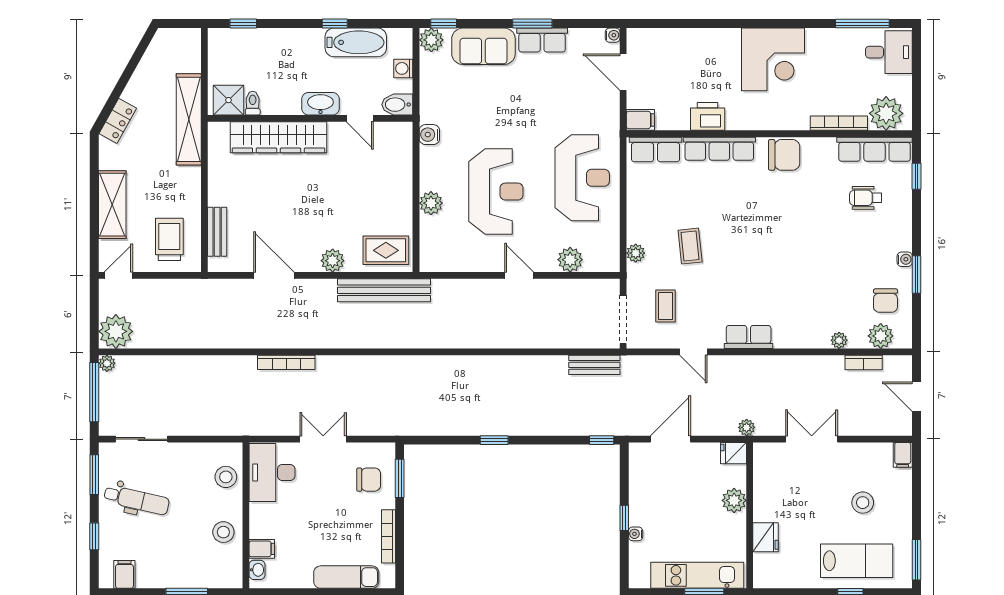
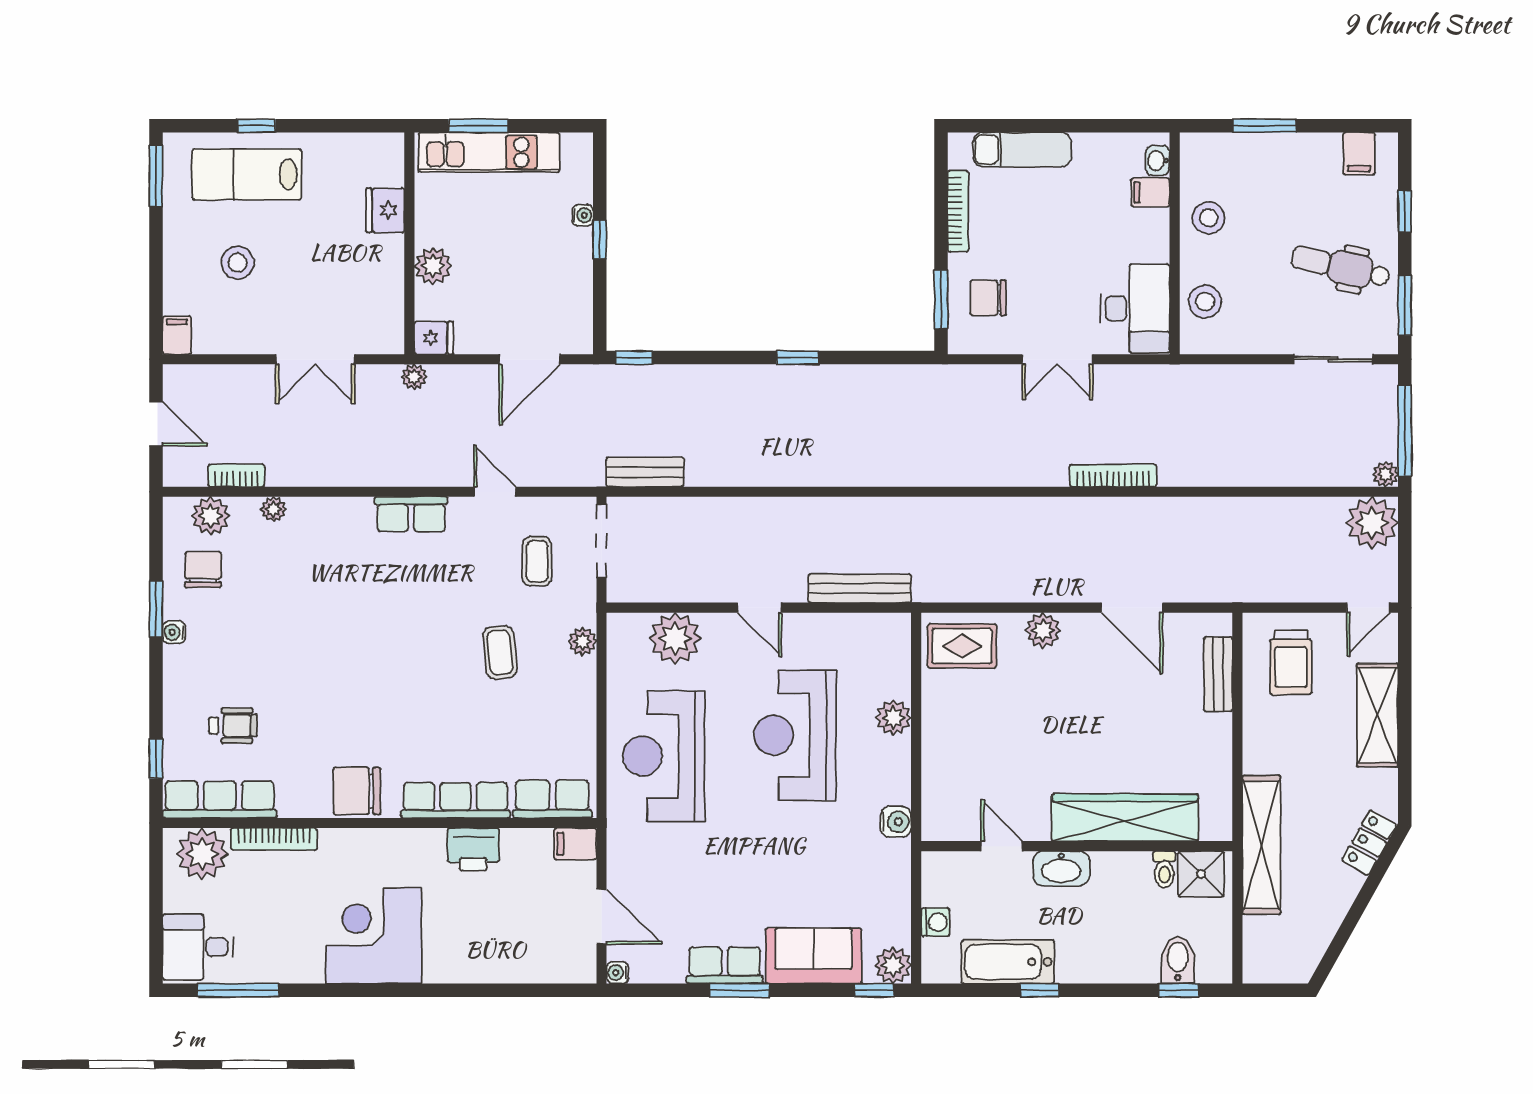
bidet: (397, 105) -> (1178, 960), moved, turned -90
plant: (570, 260) -> (675, 639), width x1.36, depth x1.36
bench: (384, 290) -> (860, 588), moved, width x0.73, depth x0.82

